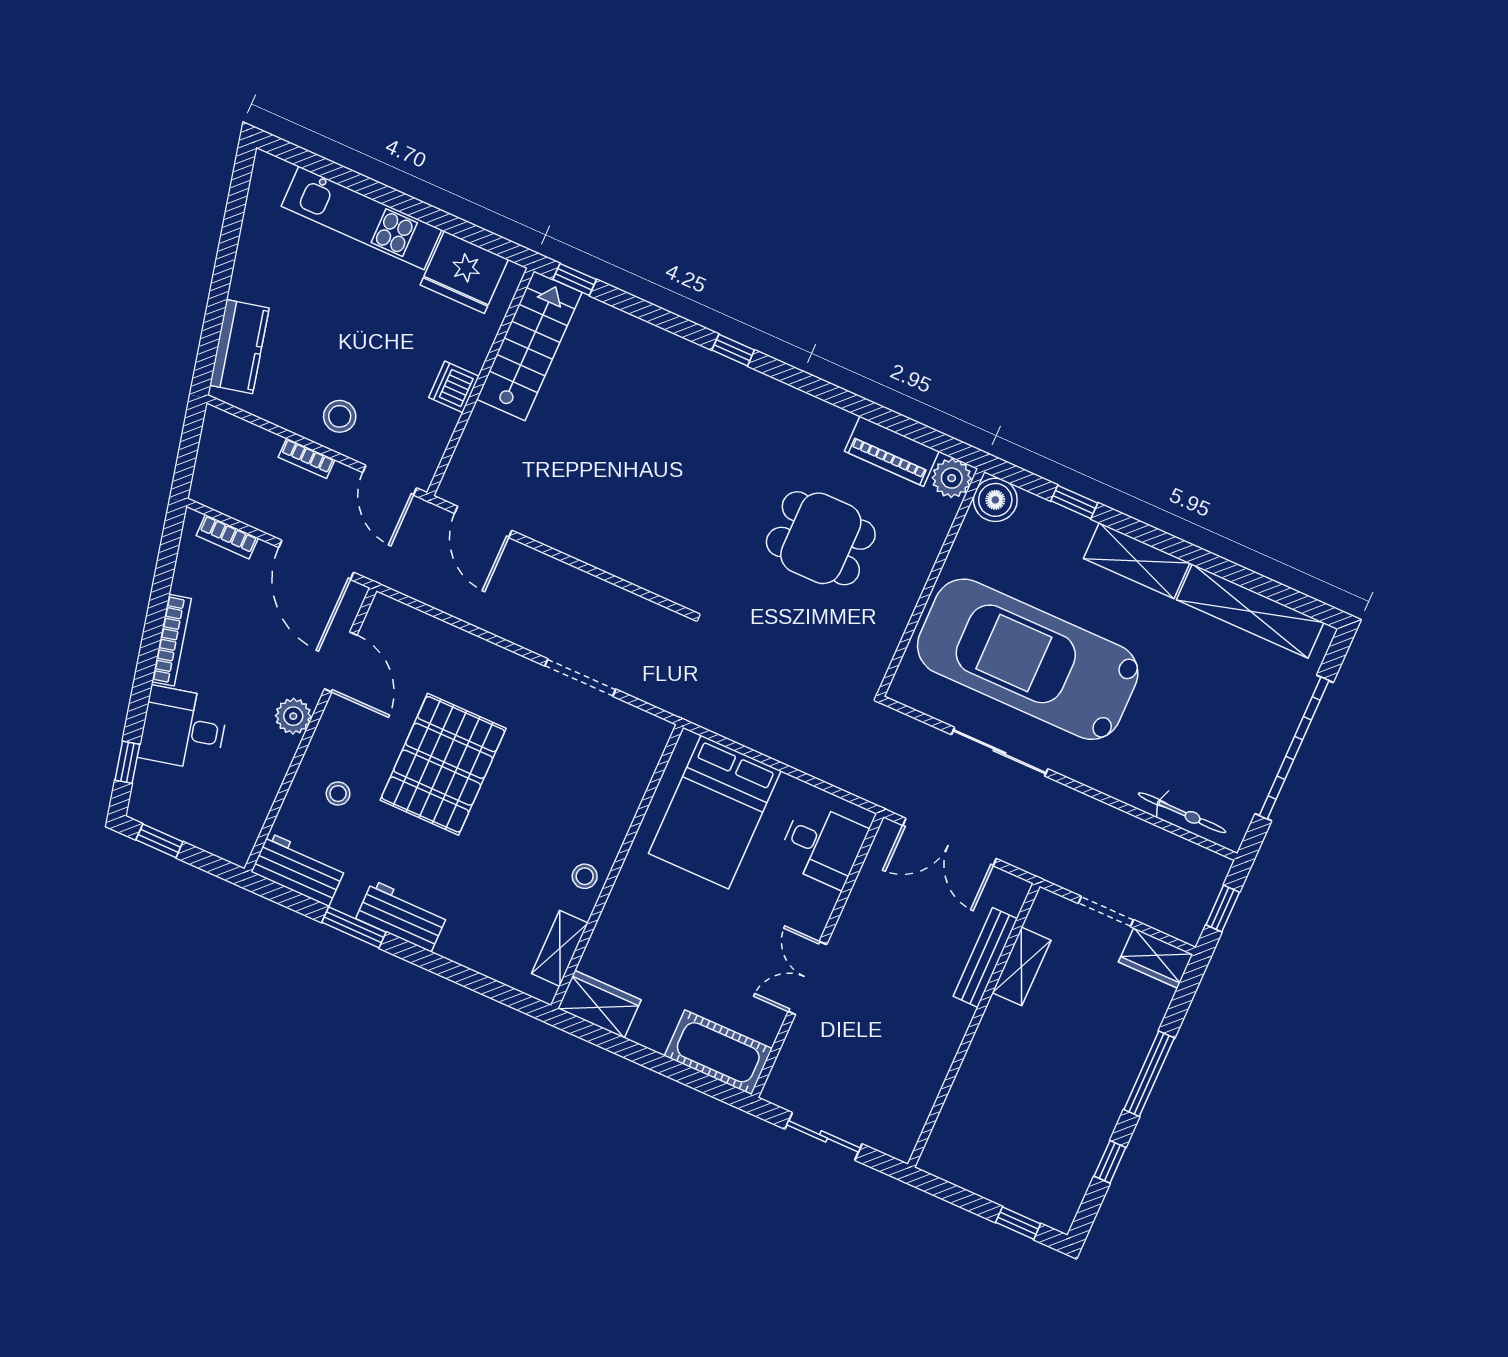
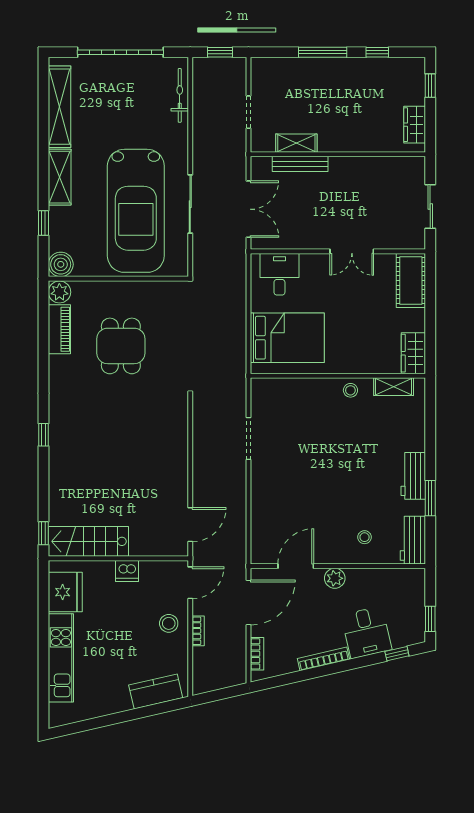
pallet: (443, 764) -> (325, 490), removed
wardrobe: (1156, 958) -> (415, 125), moved, turned 180

